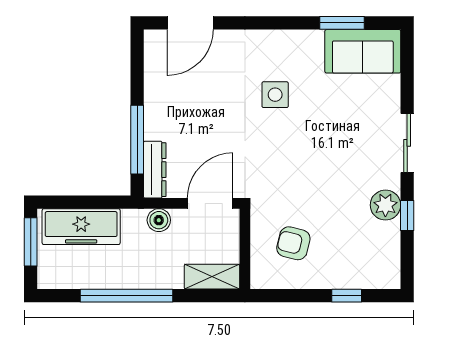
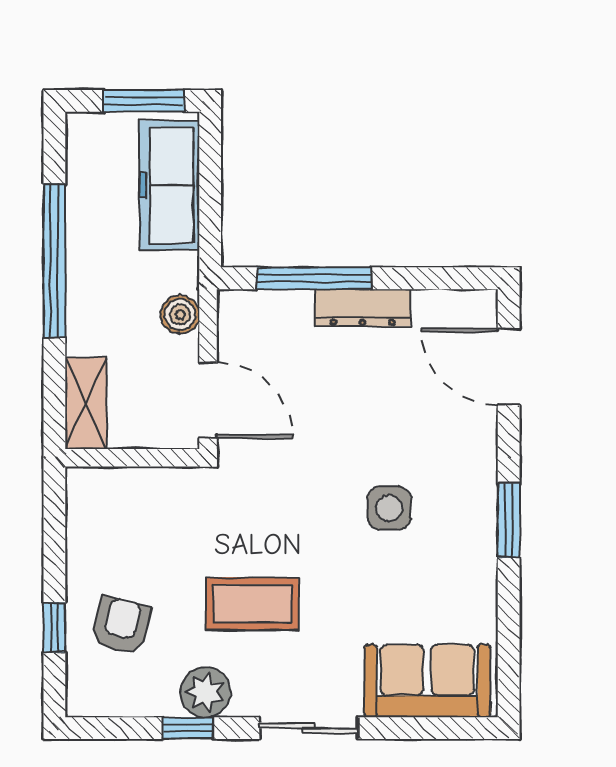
window: (342, 23) -> (509, 520), moved
sofa: (363, 51) -> (427, 681), moved, turned 90
dresser: (155, 170) -> (363, 308), moved
coffee table: (332, 177) -> (252, 604), added
armchair: (293, 243) -> (121, 625), moved

